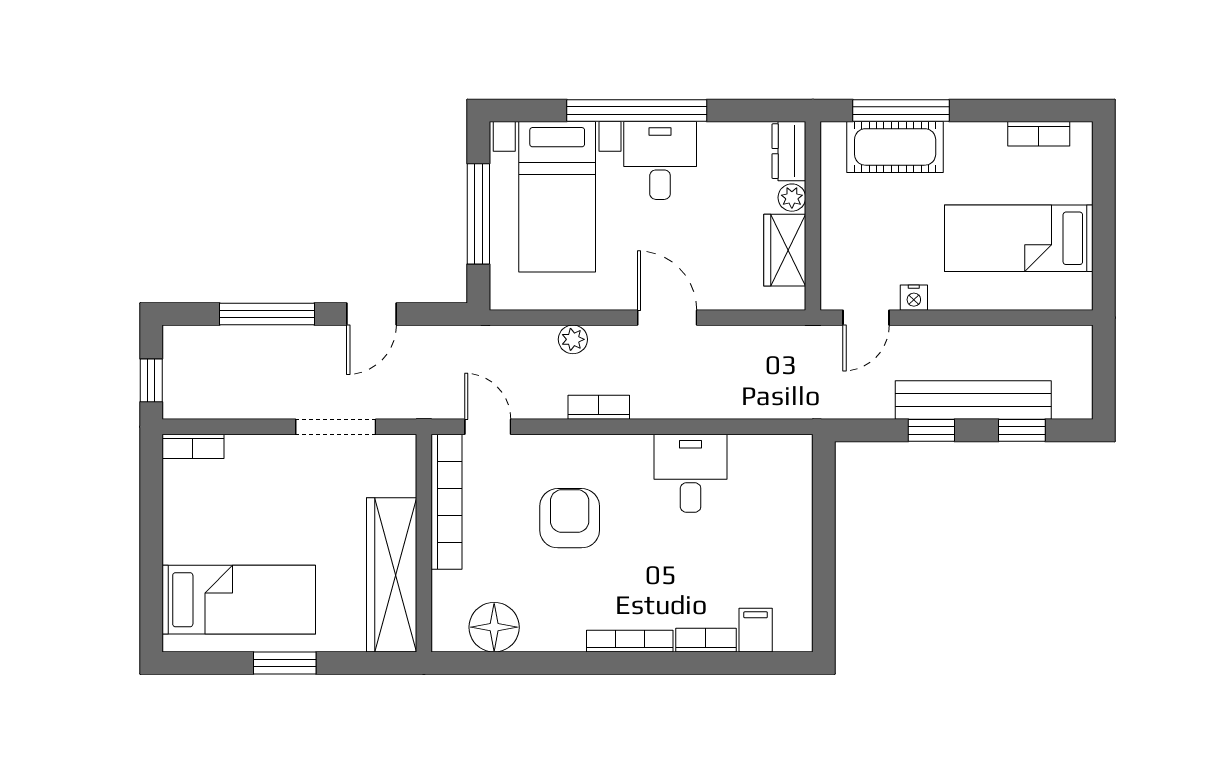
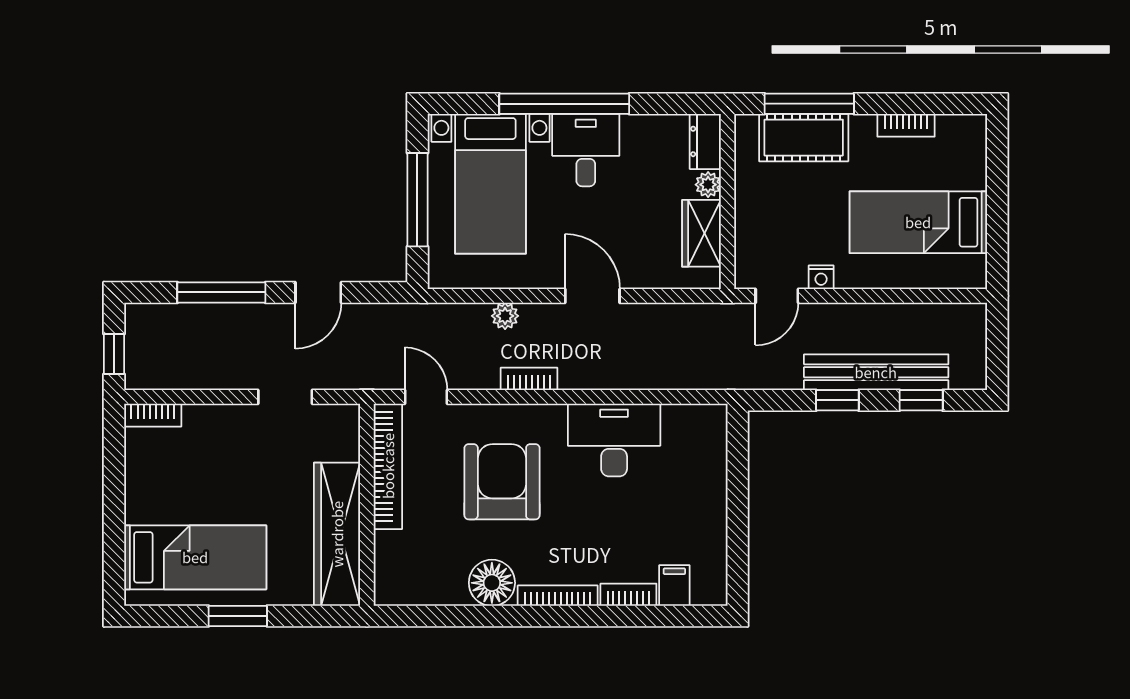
bookcase: (1039, 134) -> (906, 125), moved
doorway: (336, 427) -> (285, 397), width x0.73
desk: (691, 473) -> (614, 440), width x1.37
armchair: (570, 518) -> (502, 482), width x1.36, depth x1.36
floor lamp: (494, 627) -> (492, 583), moved

